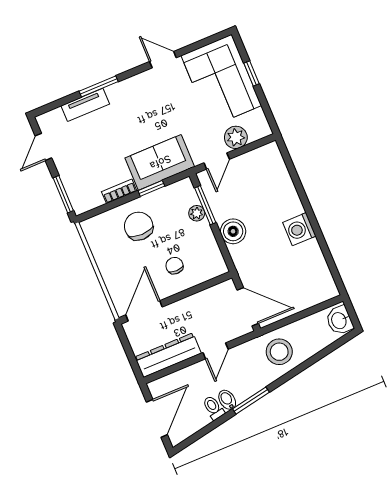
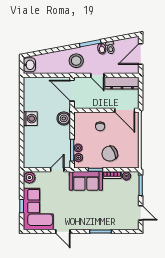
tv unit: (85, 105) -> (111, 225), removed
plant: (236, 137) -> (29, 178), moved
door: (43, 147) -> (141, 213), hinge flipped
plant: (189, 197) -> (78, 158), added
plant: (94, 200) -> (126, 176), added
chair: (139, 226) -> (110, 154), turned 65
boiler: (233, 231) -> (64, 118), moved
door: (144, 311) -> (125, 110), hinge flipped
door: (216, 351) -> (97, 75), swing flipped
stool: (279, 352) -> (76, 61), moved

